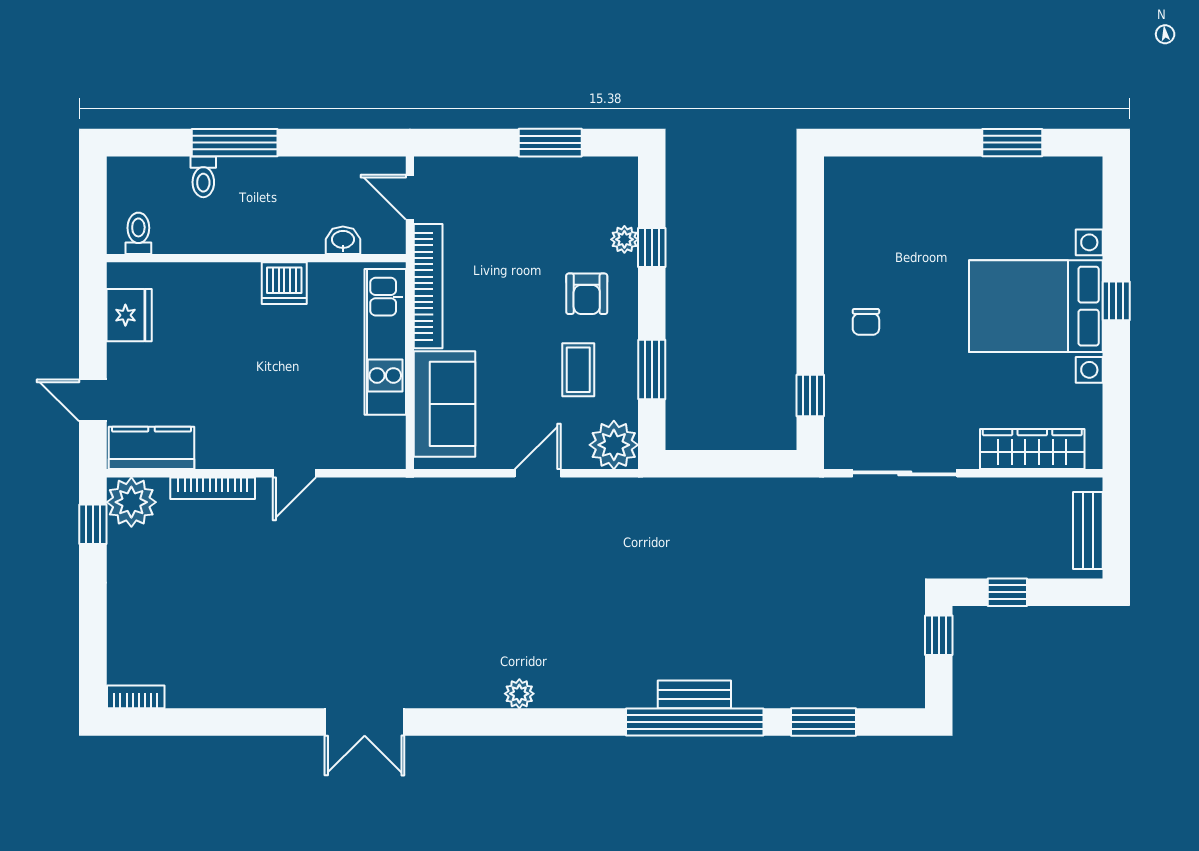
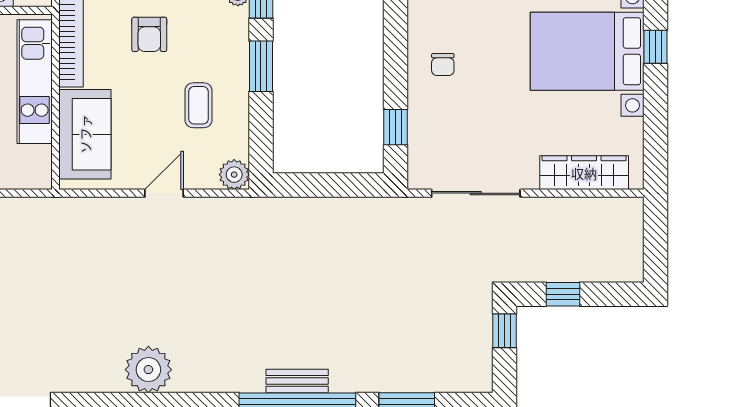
armchair: (587, 294) -> (149, 34), moved
window: (652, 370) -> (261, 66), moved
plant: (614, 445) -> (234, 175), width x0.73, depth x0.73
bench: (1088, 531) -> (631, 242), removed
plant: (519, 694) -> (148, 370), width x1.87, depth x1.87

